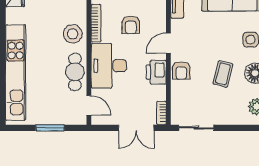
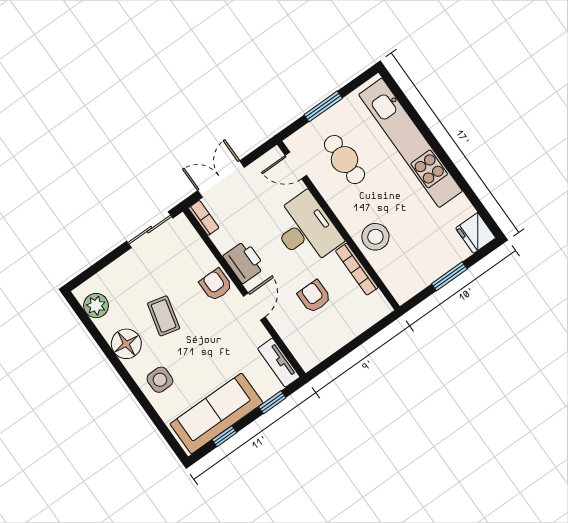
cafe table: (75, 72) -> (344, 160), moved

